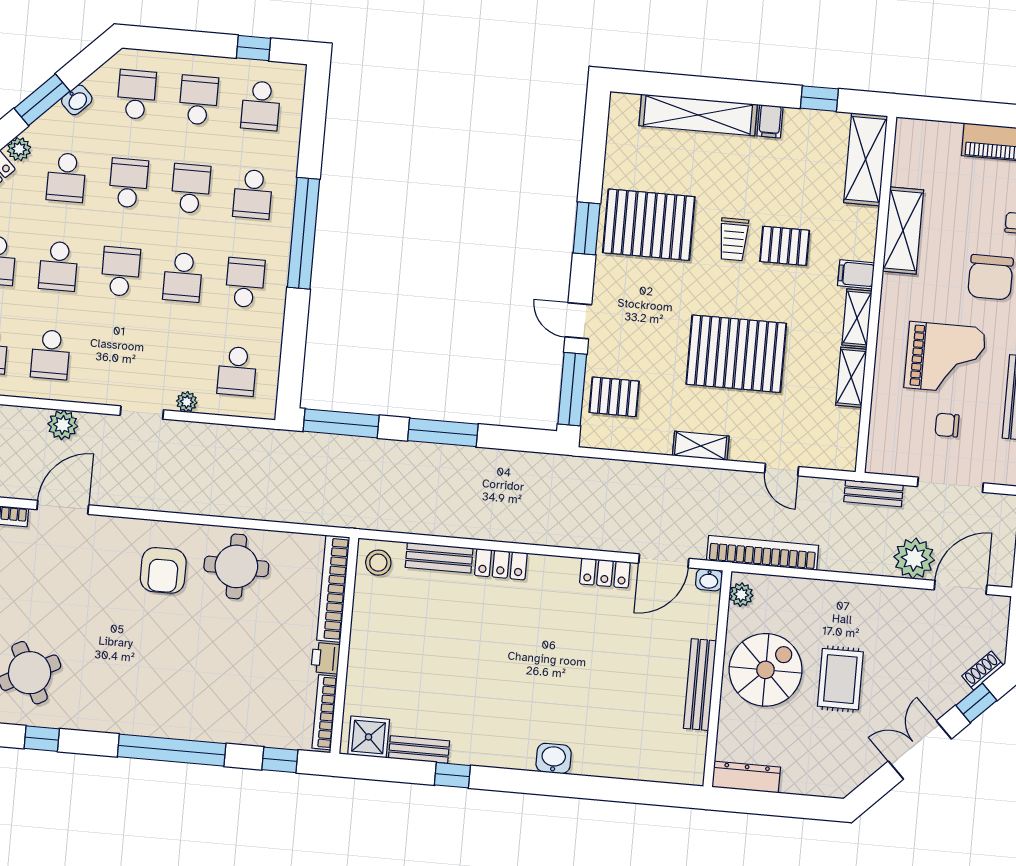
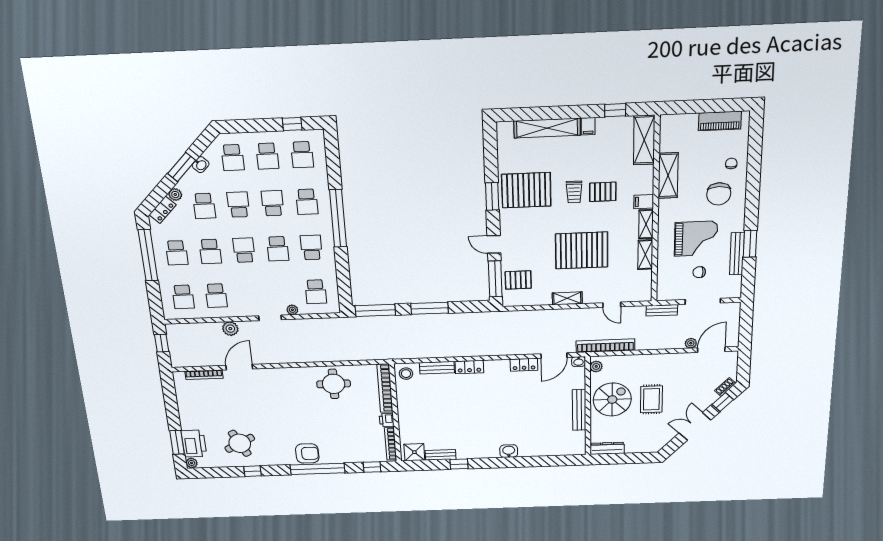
school desk: (136, 95) -> (233, 158), turned 180
school desk: (199, 100) -> (267, 156), turned 180
plant: (914, 558) -> (691, 343), width x0.53, depth x0.53
armchair: (163, 570) -> (307, 453), moved, turned -90

